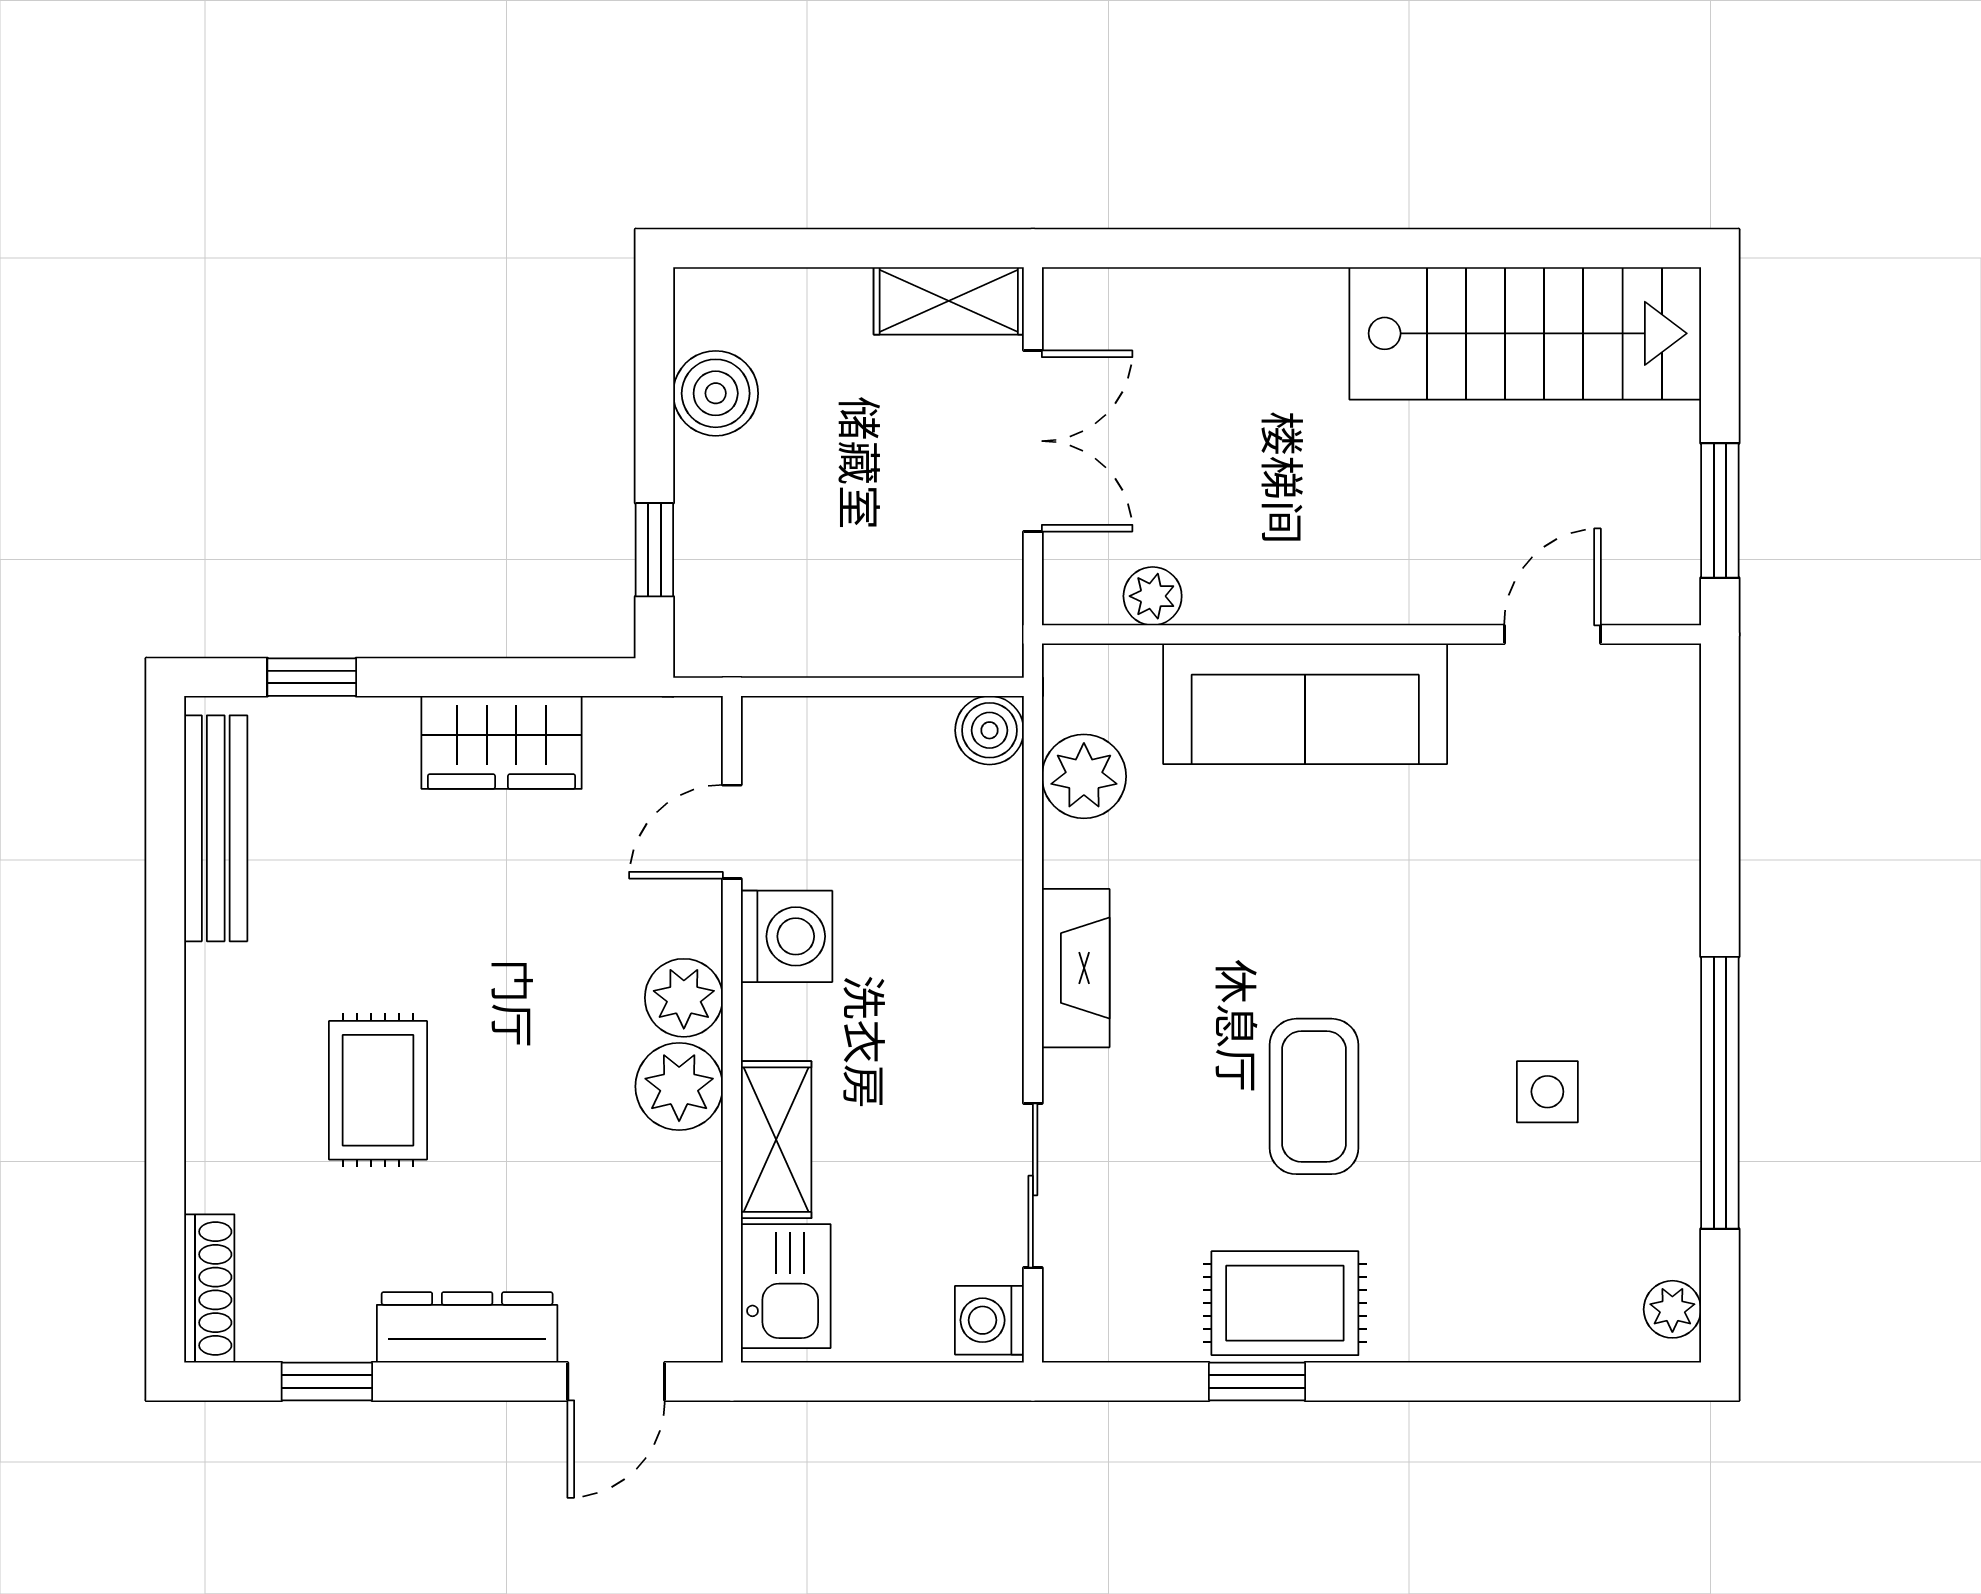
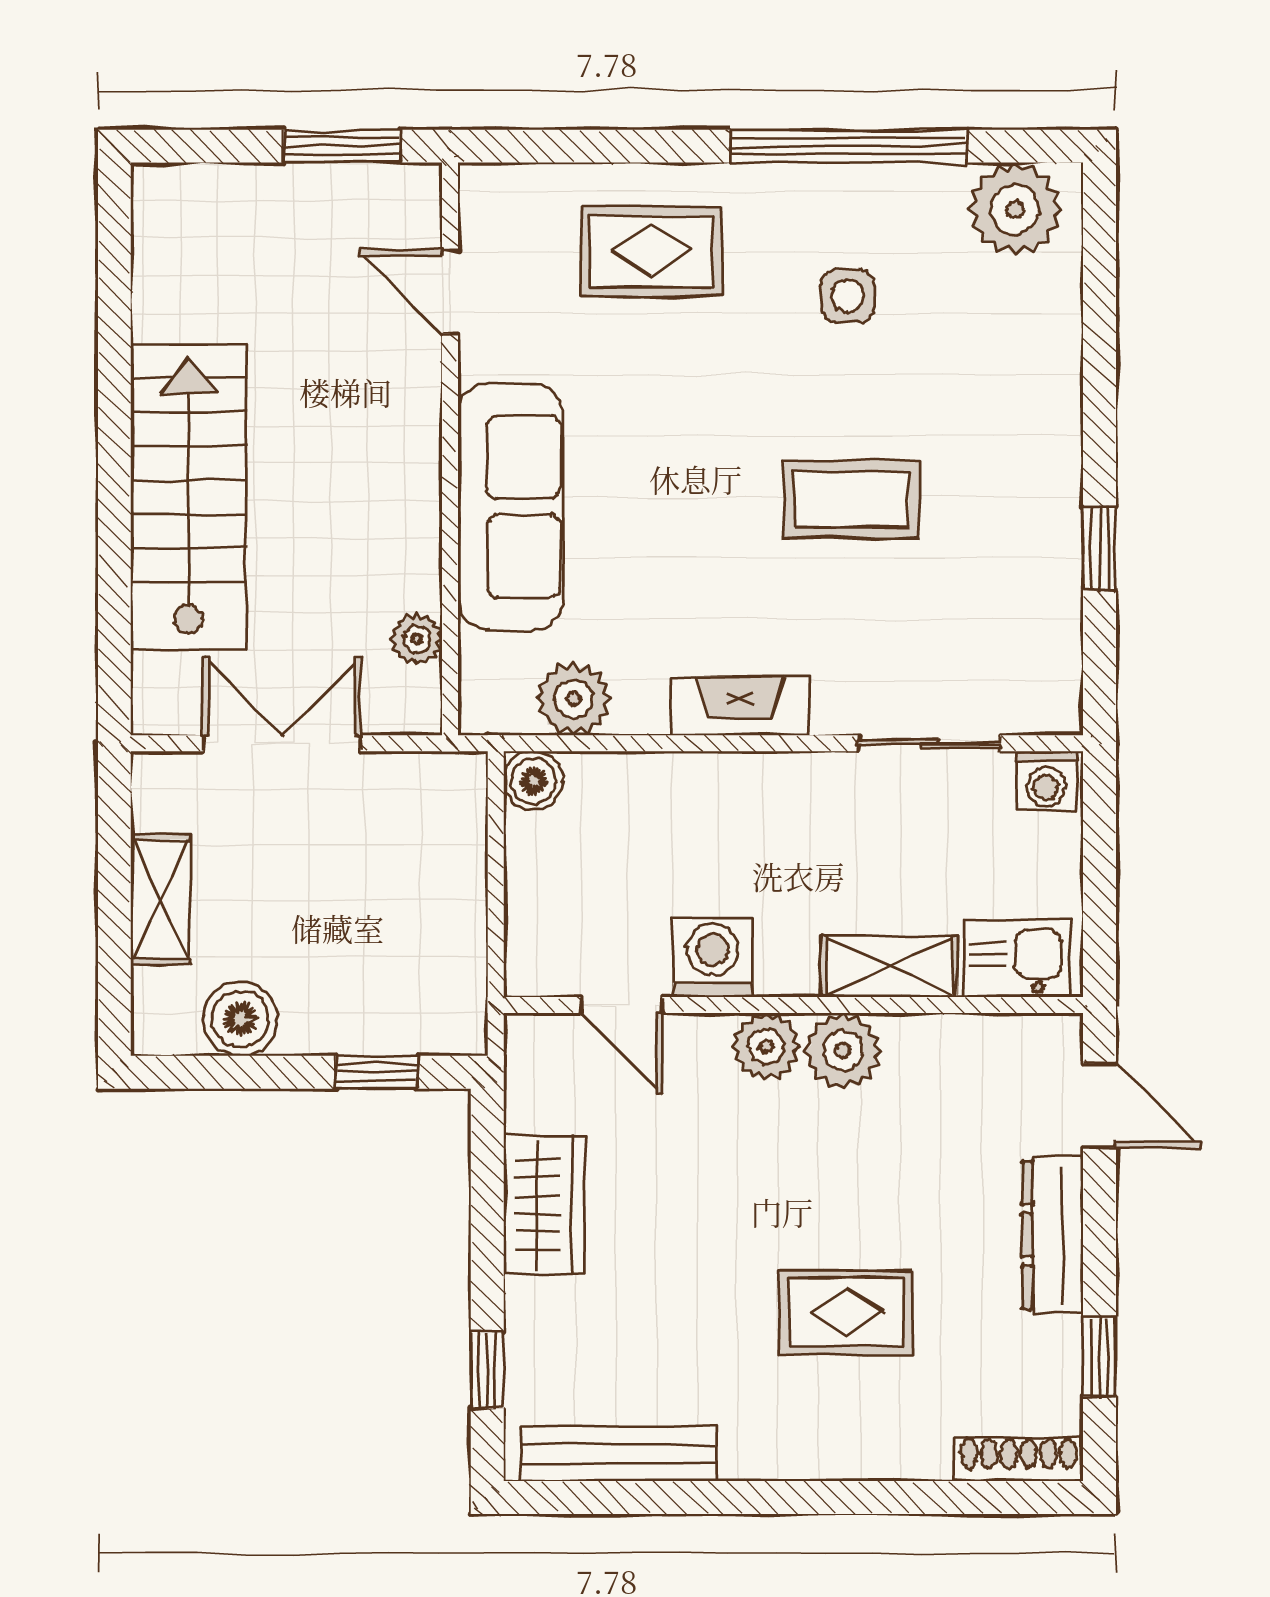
shelving: (949, 301) -> (160, 899), moved
stairs: (1525, 333) -> (188, 497), moved
rug: (1285, 1303) -> (651, 251), moved, turned 90
plant: (1672, 1309) -> (1015, 209), width x1.88, depth x1.88

